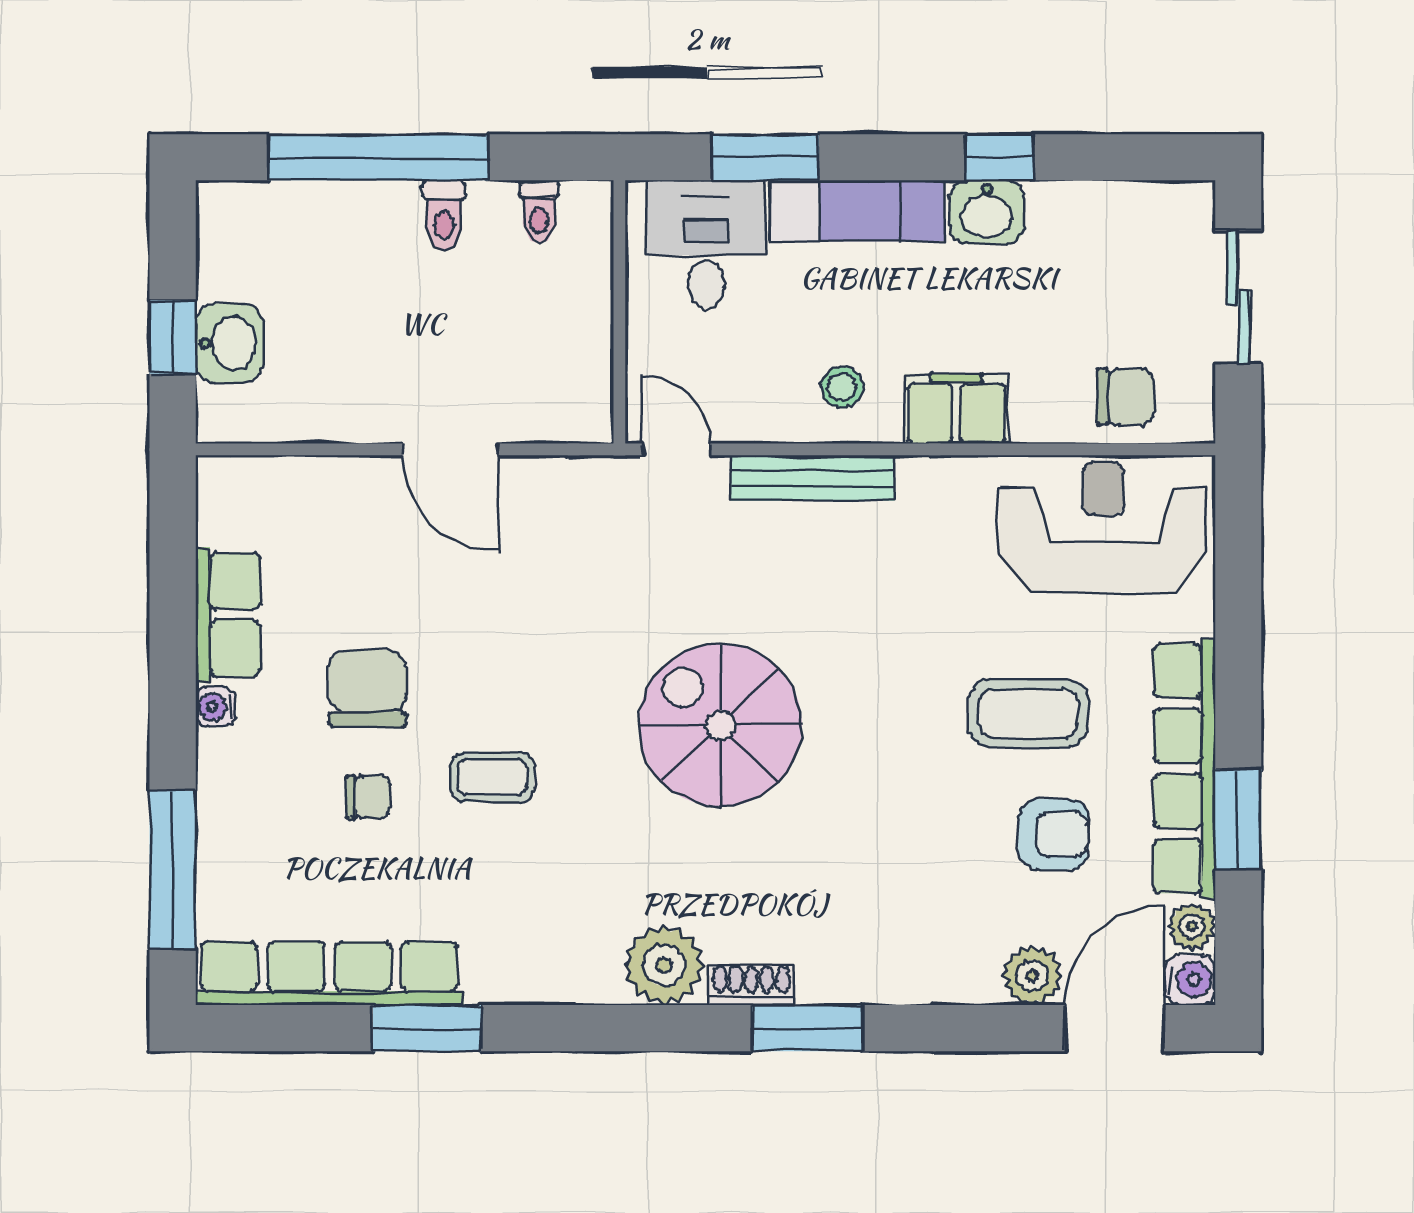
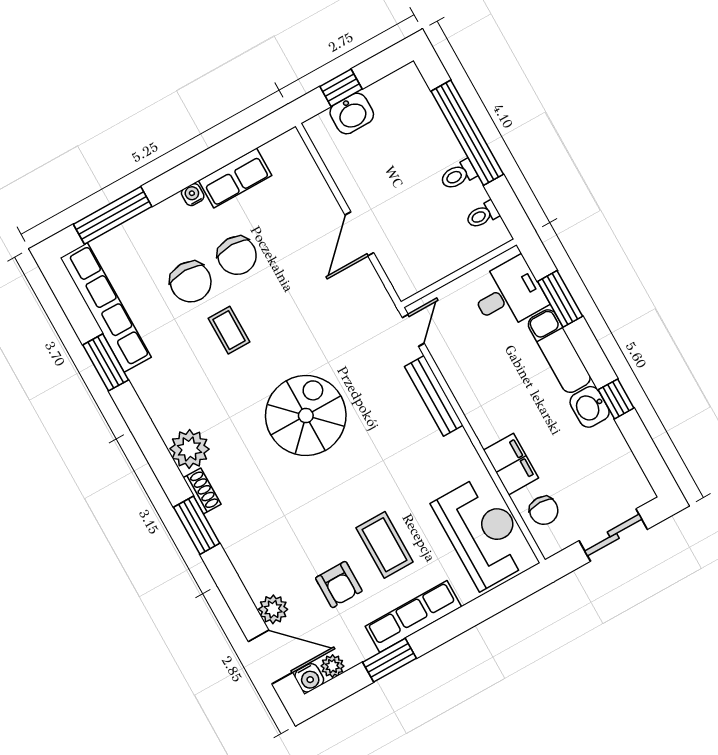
stool: (842, 387) -> (480, 387), removed
filing cabinet: (957, 409) -> (511, 464), moved
chair: (367, 688) -> (237, 255), turned 90
row of seats: (1184, 768) -> (413, 617), width x0.73
chair: (368, 797) -> (191, 282), width x1.87, depth x1.87

